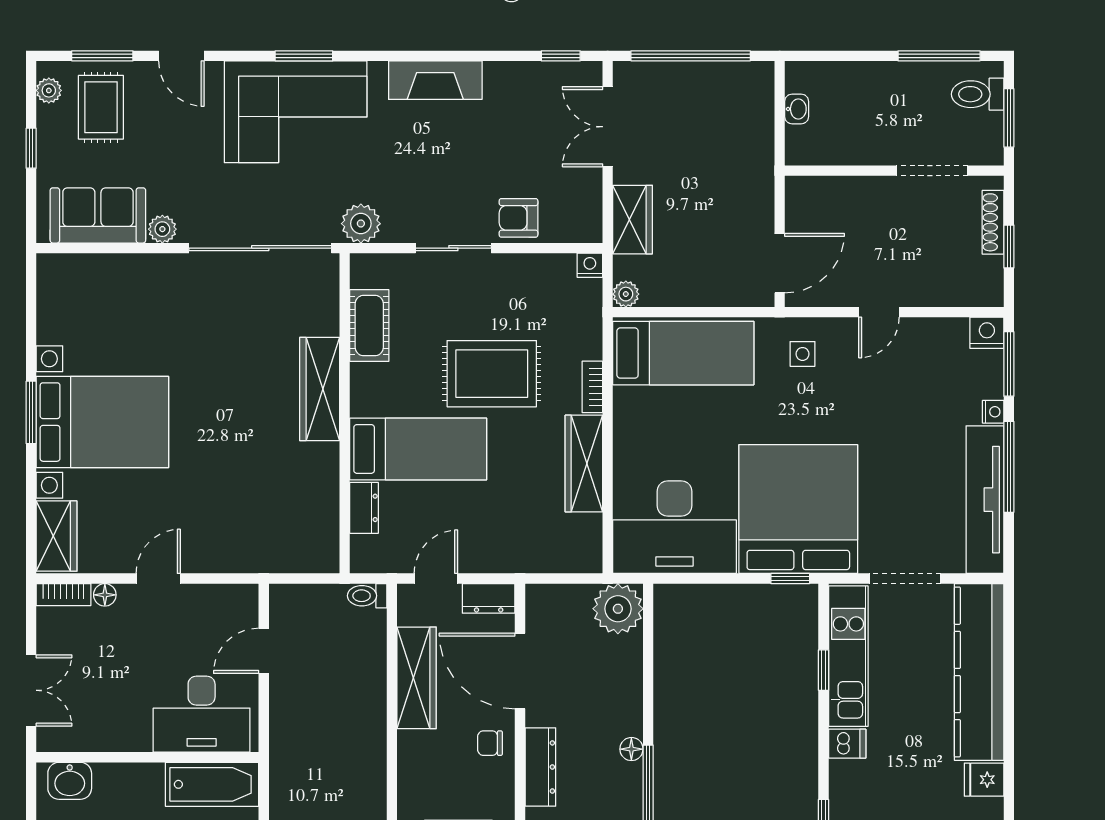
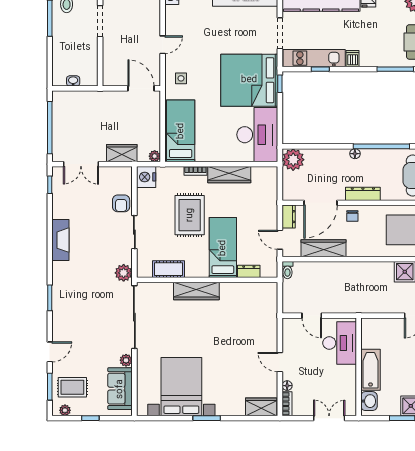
corner sofa: (296, 112) -> (74, 302), removed
nightstand: (590, 265) -> (146, 177), width x1.89, depth x1.79
door: (879, 312) -> (163, 45), hinge flipped
bed with nightstands: (102, 422) -> (181, 387), moved
bathtub: (212, 784) -> (371, 370), moved

